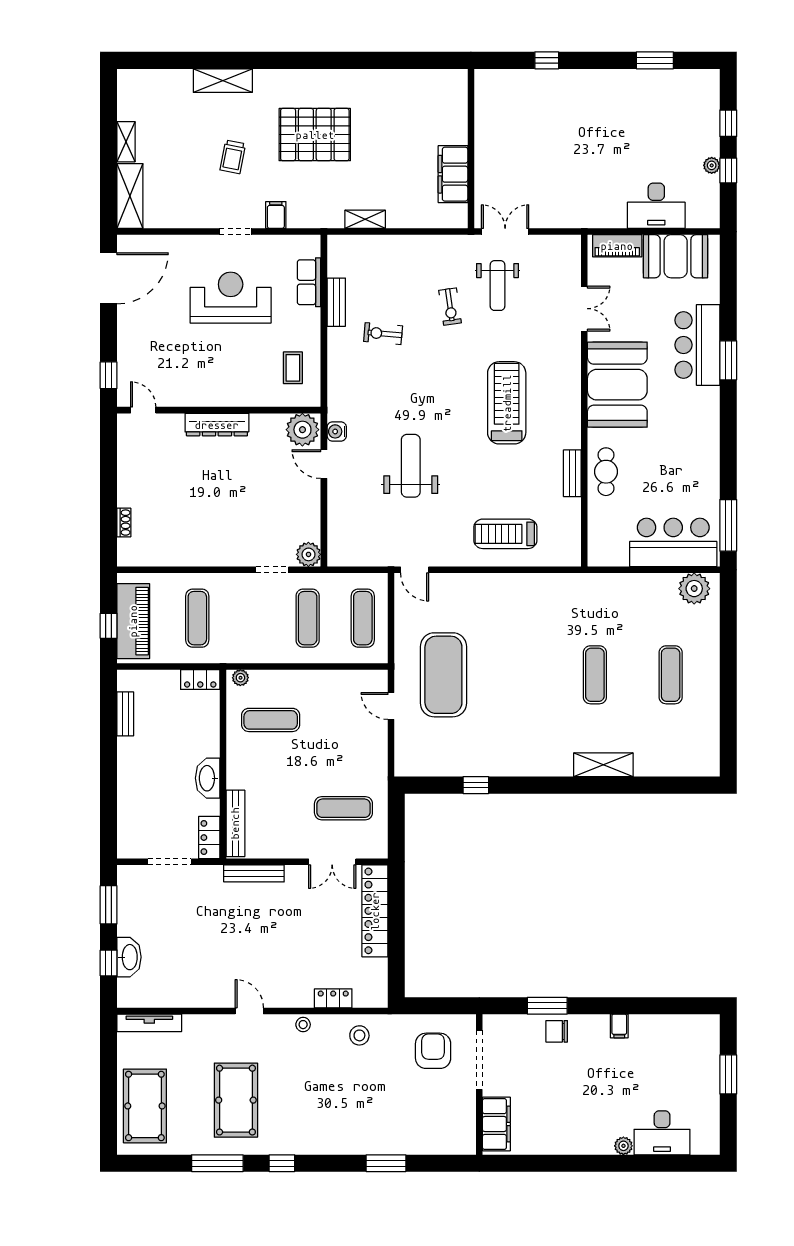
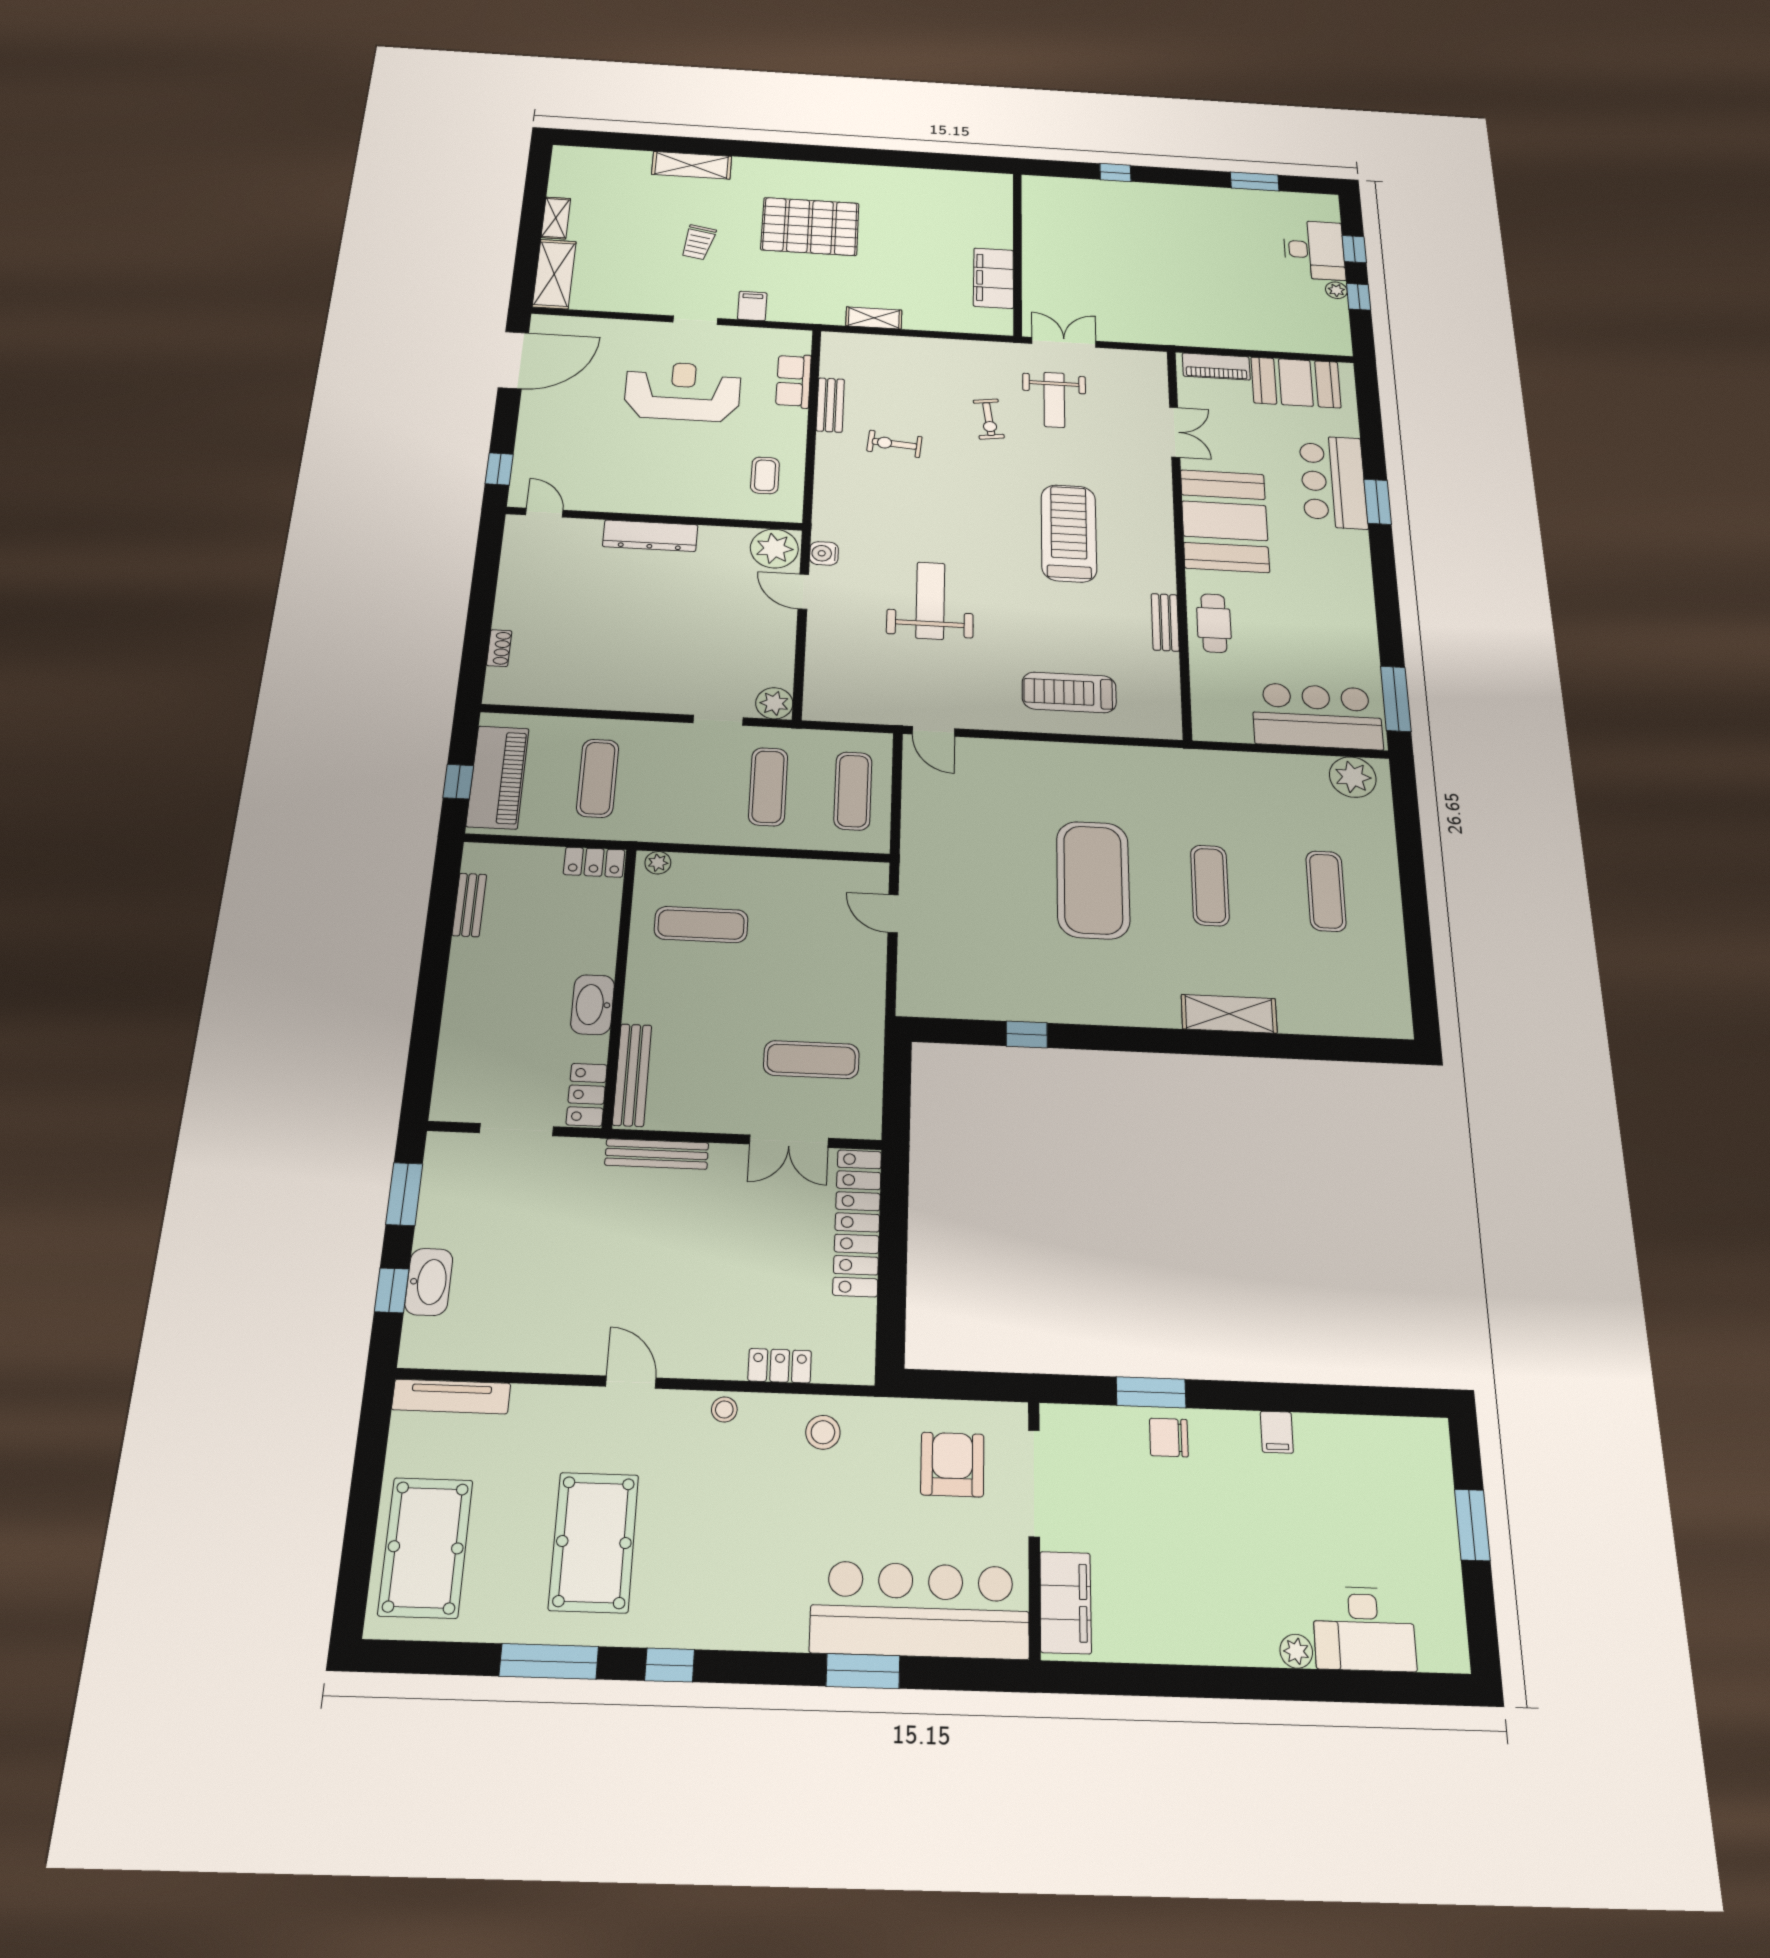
desk: (656, 206) -> (1314, 250), moved, turned -90
exercise mat: (443, 675) -> (1093, 880), moved
bar counter: (416, 1130) -> (920, 1610), added

